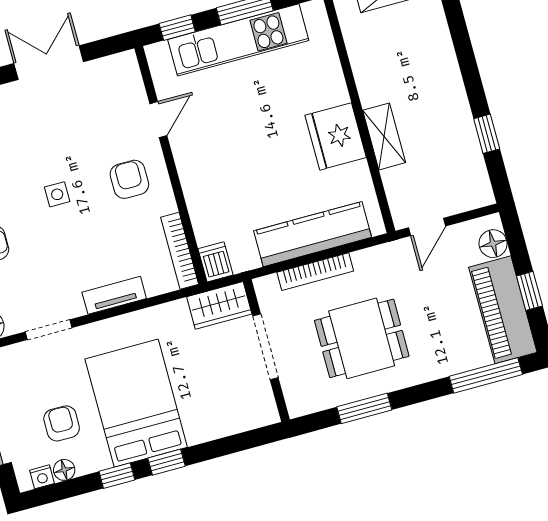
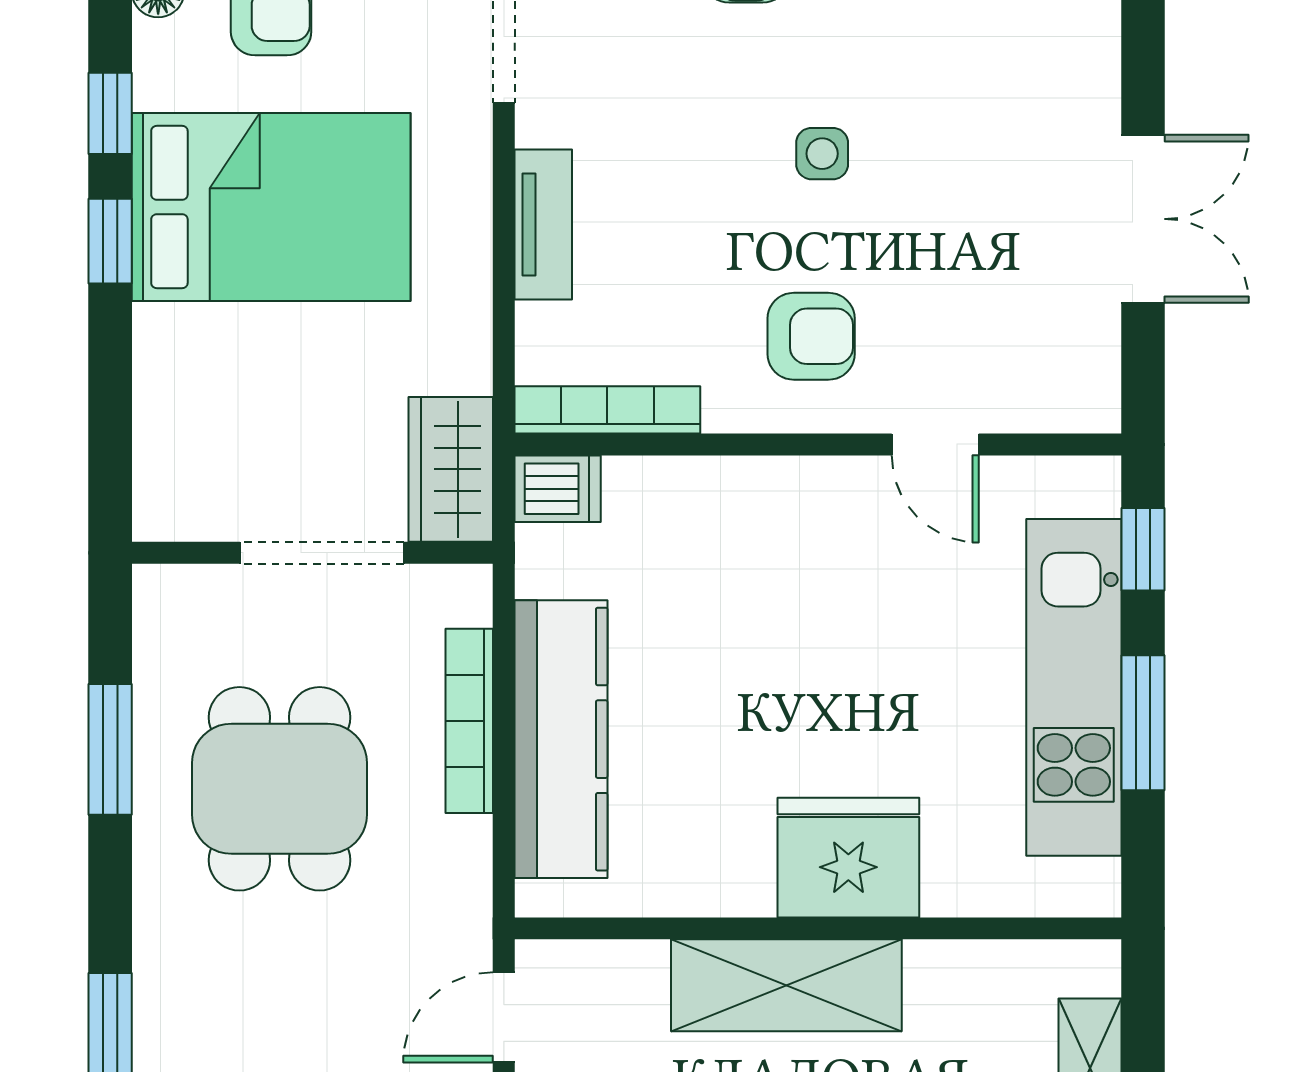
fridge: (336, 136) -> (848, 858), moved
shelving: (384, 136) -> (786, 985), width x1.50, depth x1.33
door: (427, 227) -> (504, 1017), hinge flipped

